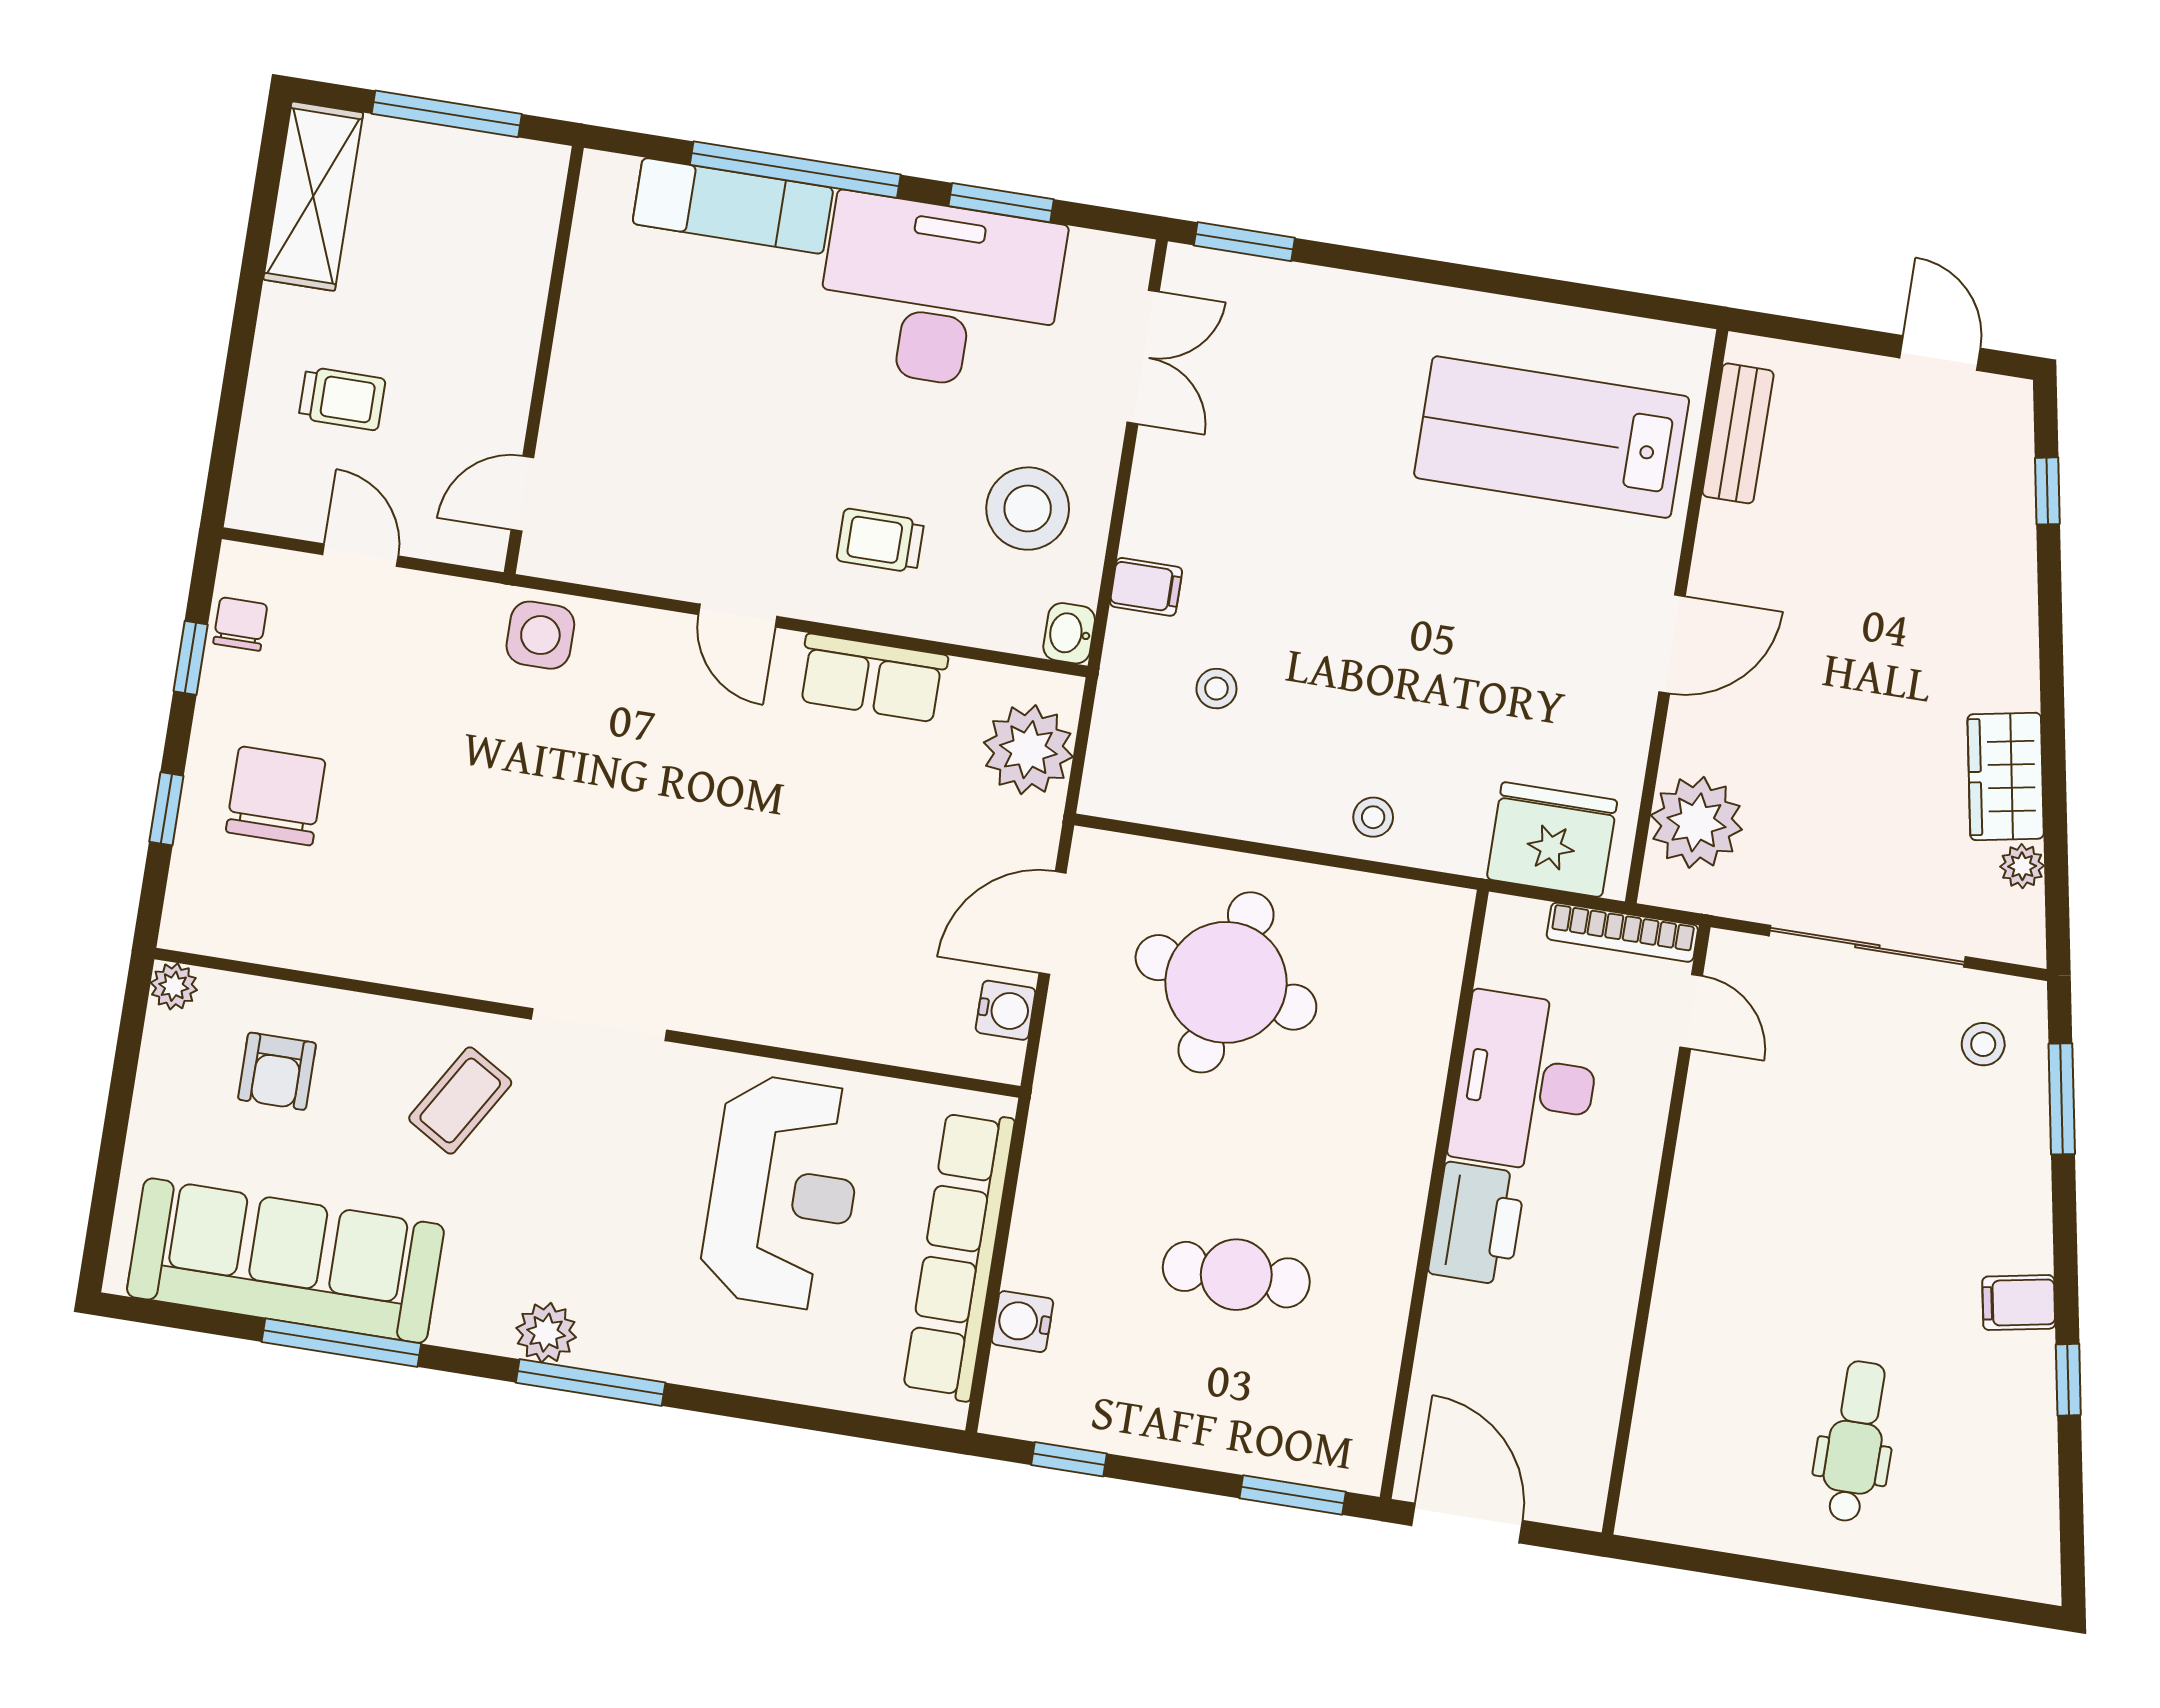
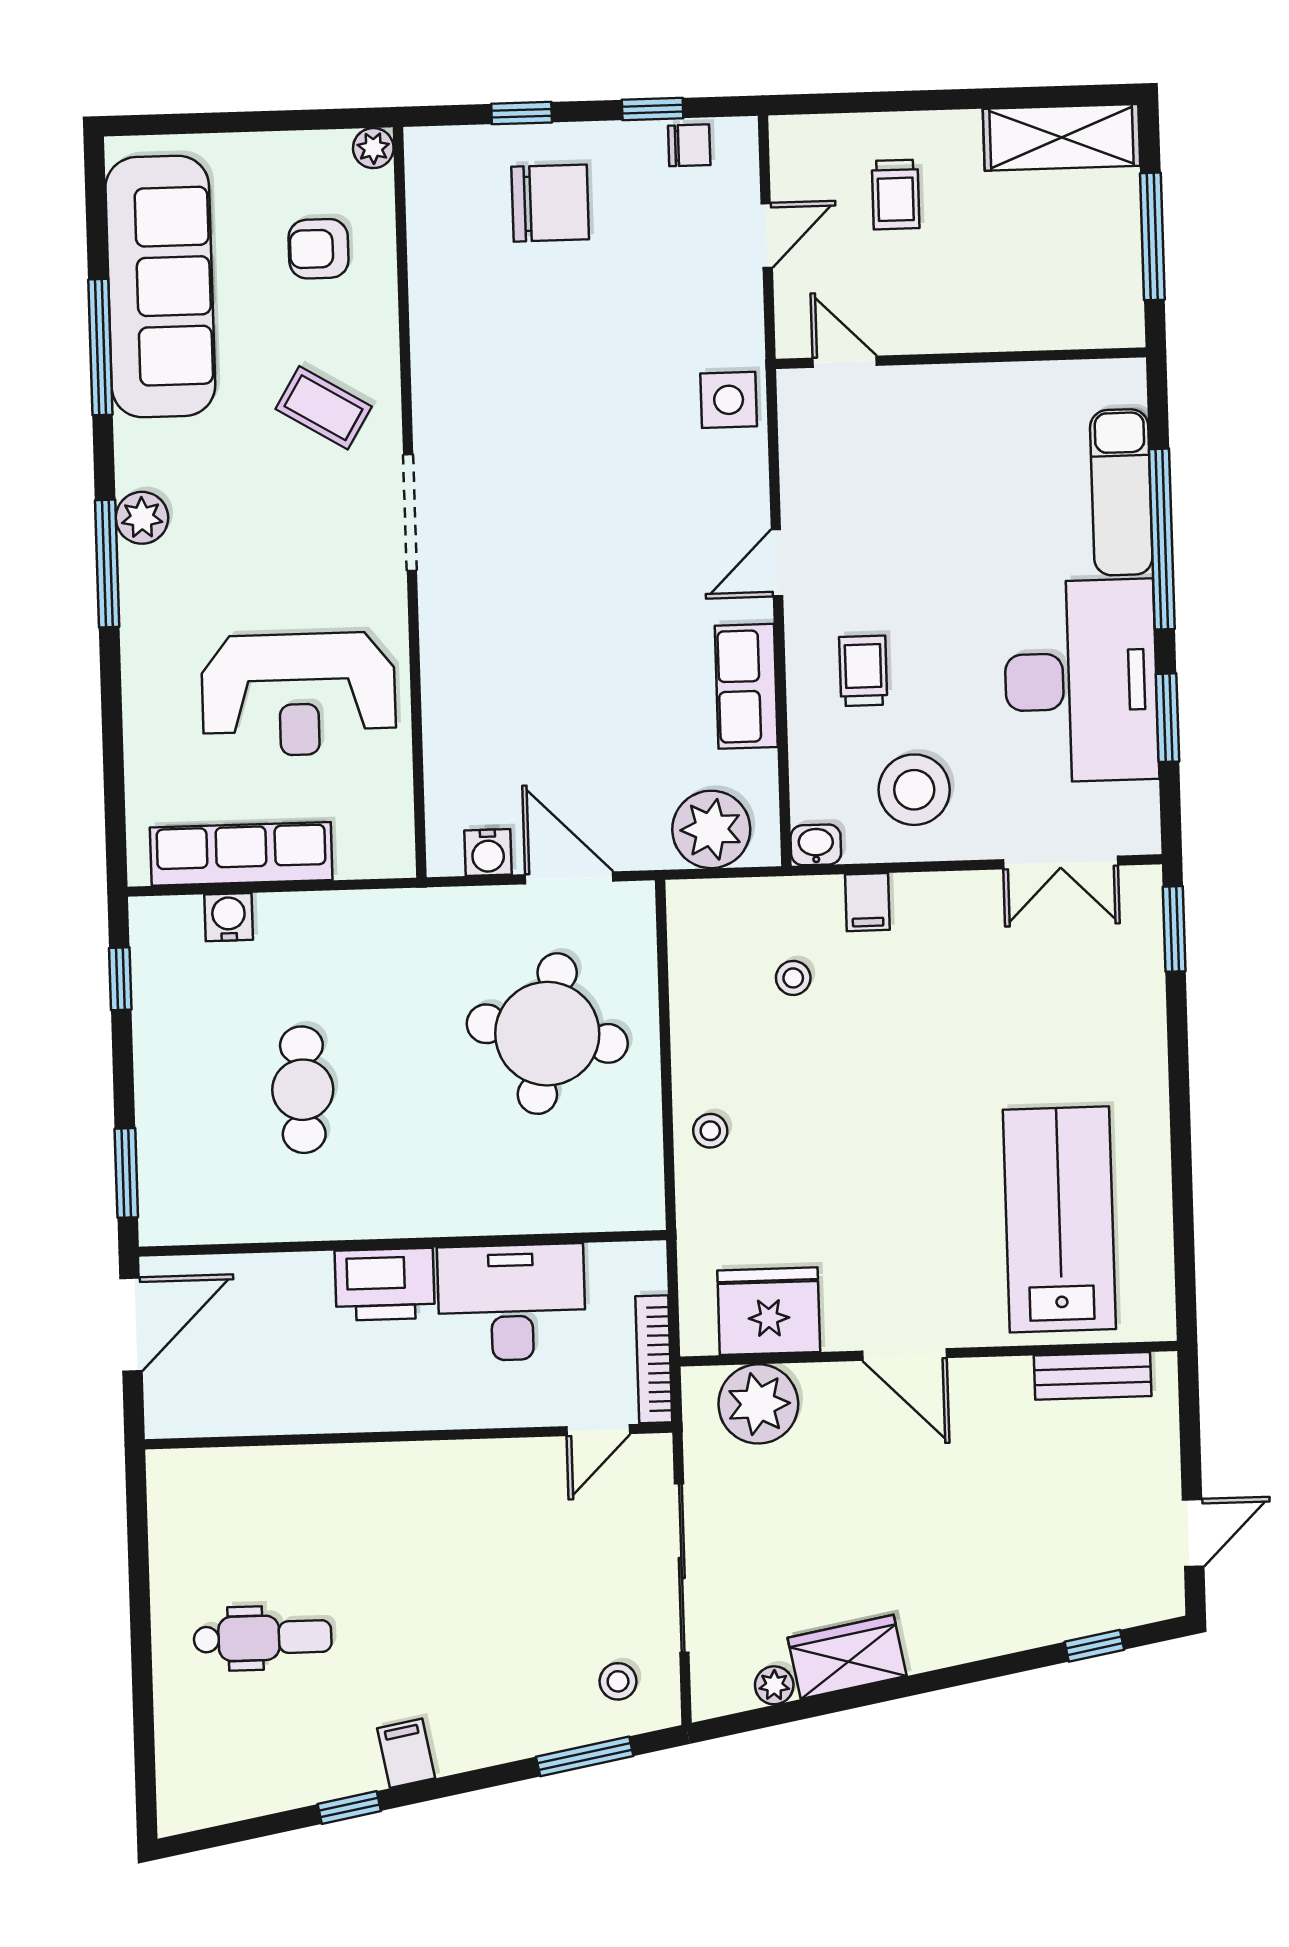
fridge: (1552, 840) -> (769, 1311), moved, turned -90
row of seats: (959, 1255) -> (241, 854), width x0.73

